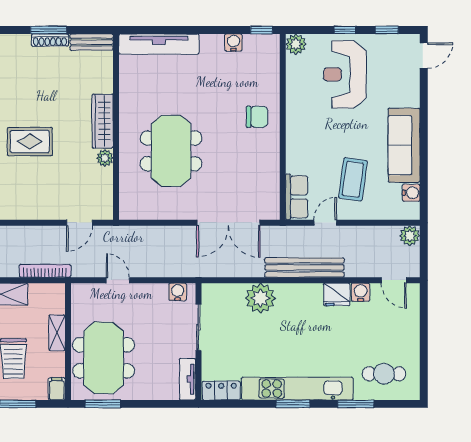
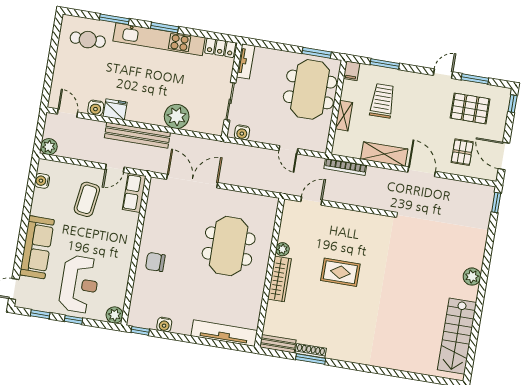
sofa: (404, 145) -> (37, 247), moved

